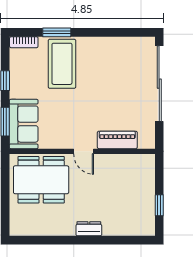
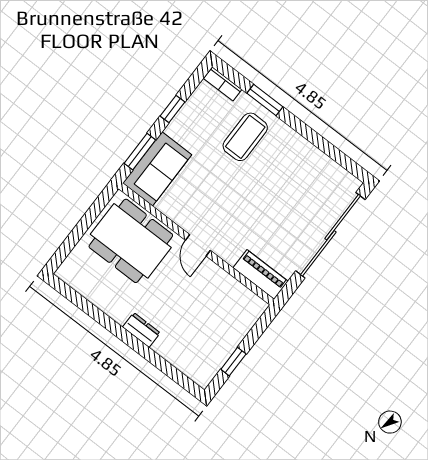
coffee table: (62, 64) -> (245, 137), width x0.73, depth x0.76
piano: (117, 140) -> (261, 275), moved

